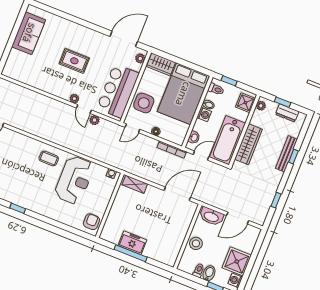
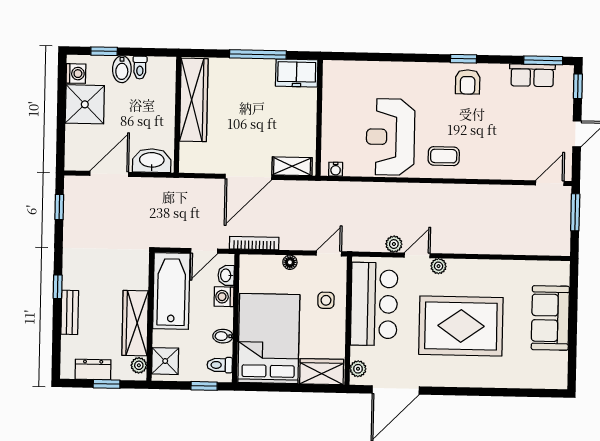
sofa: (29, 33) -> (550, 318), moved
rug: (74, 61) -> (461, 326), width x1.86, depth x2.06
side table: (144, 103) -> (326, 300), width x0.54, depth x0.54
door: (84, 109) -> (417, 255), hinge flipped
washing machine: (204, 114) -> (224, 297), moved
wardrobe: (248, 144) -> (135, 323), moved
bench: (286, 154) -> (70, 312), width x0.73
window: (293, 157) -> (58, 287), moved
door: (177, 194) -> (248, 177), moved
window: (276, 200) -> (59, 207), moved
armchair: (91, 222) -> (468, 82), moved
wardrobe: (175, 241) -> (194, 100), added
freezer: (132, 243) -> (297, 73), moved
stool: (196, 243) -> (160, 109), removed

